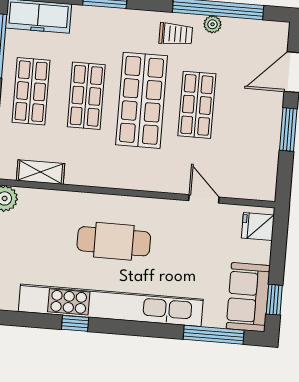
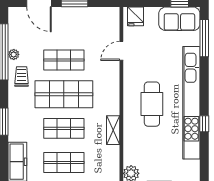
shelving: (41, 172) -> (113, 130), moved

